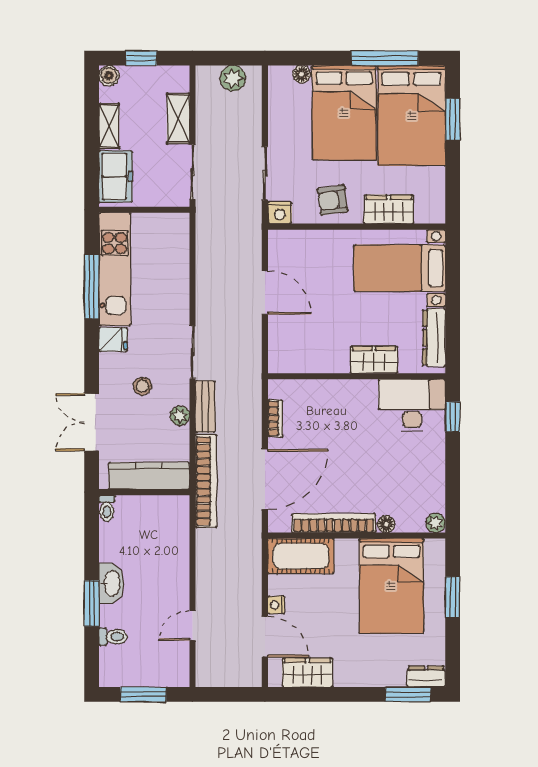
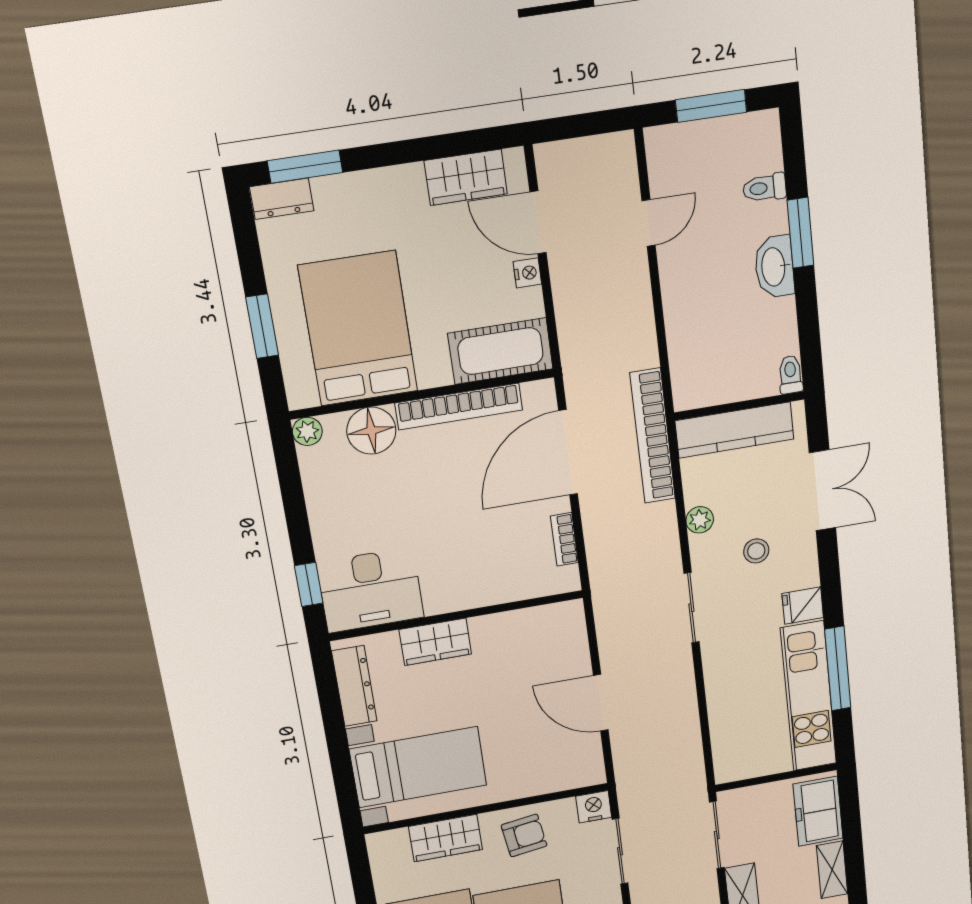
bench: (205, 407) -> (665, 538), removed
floor lamp: (386, 524) -> (371, 431), width x1.89, depth x1.89

